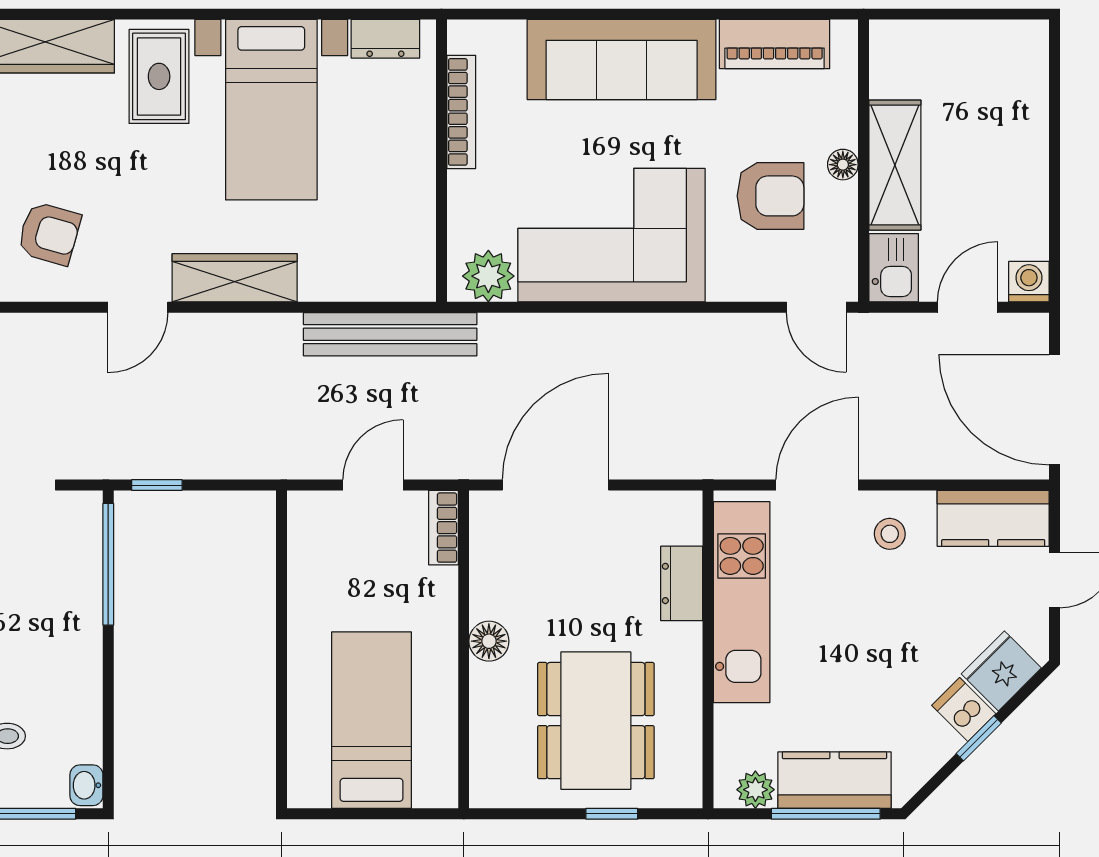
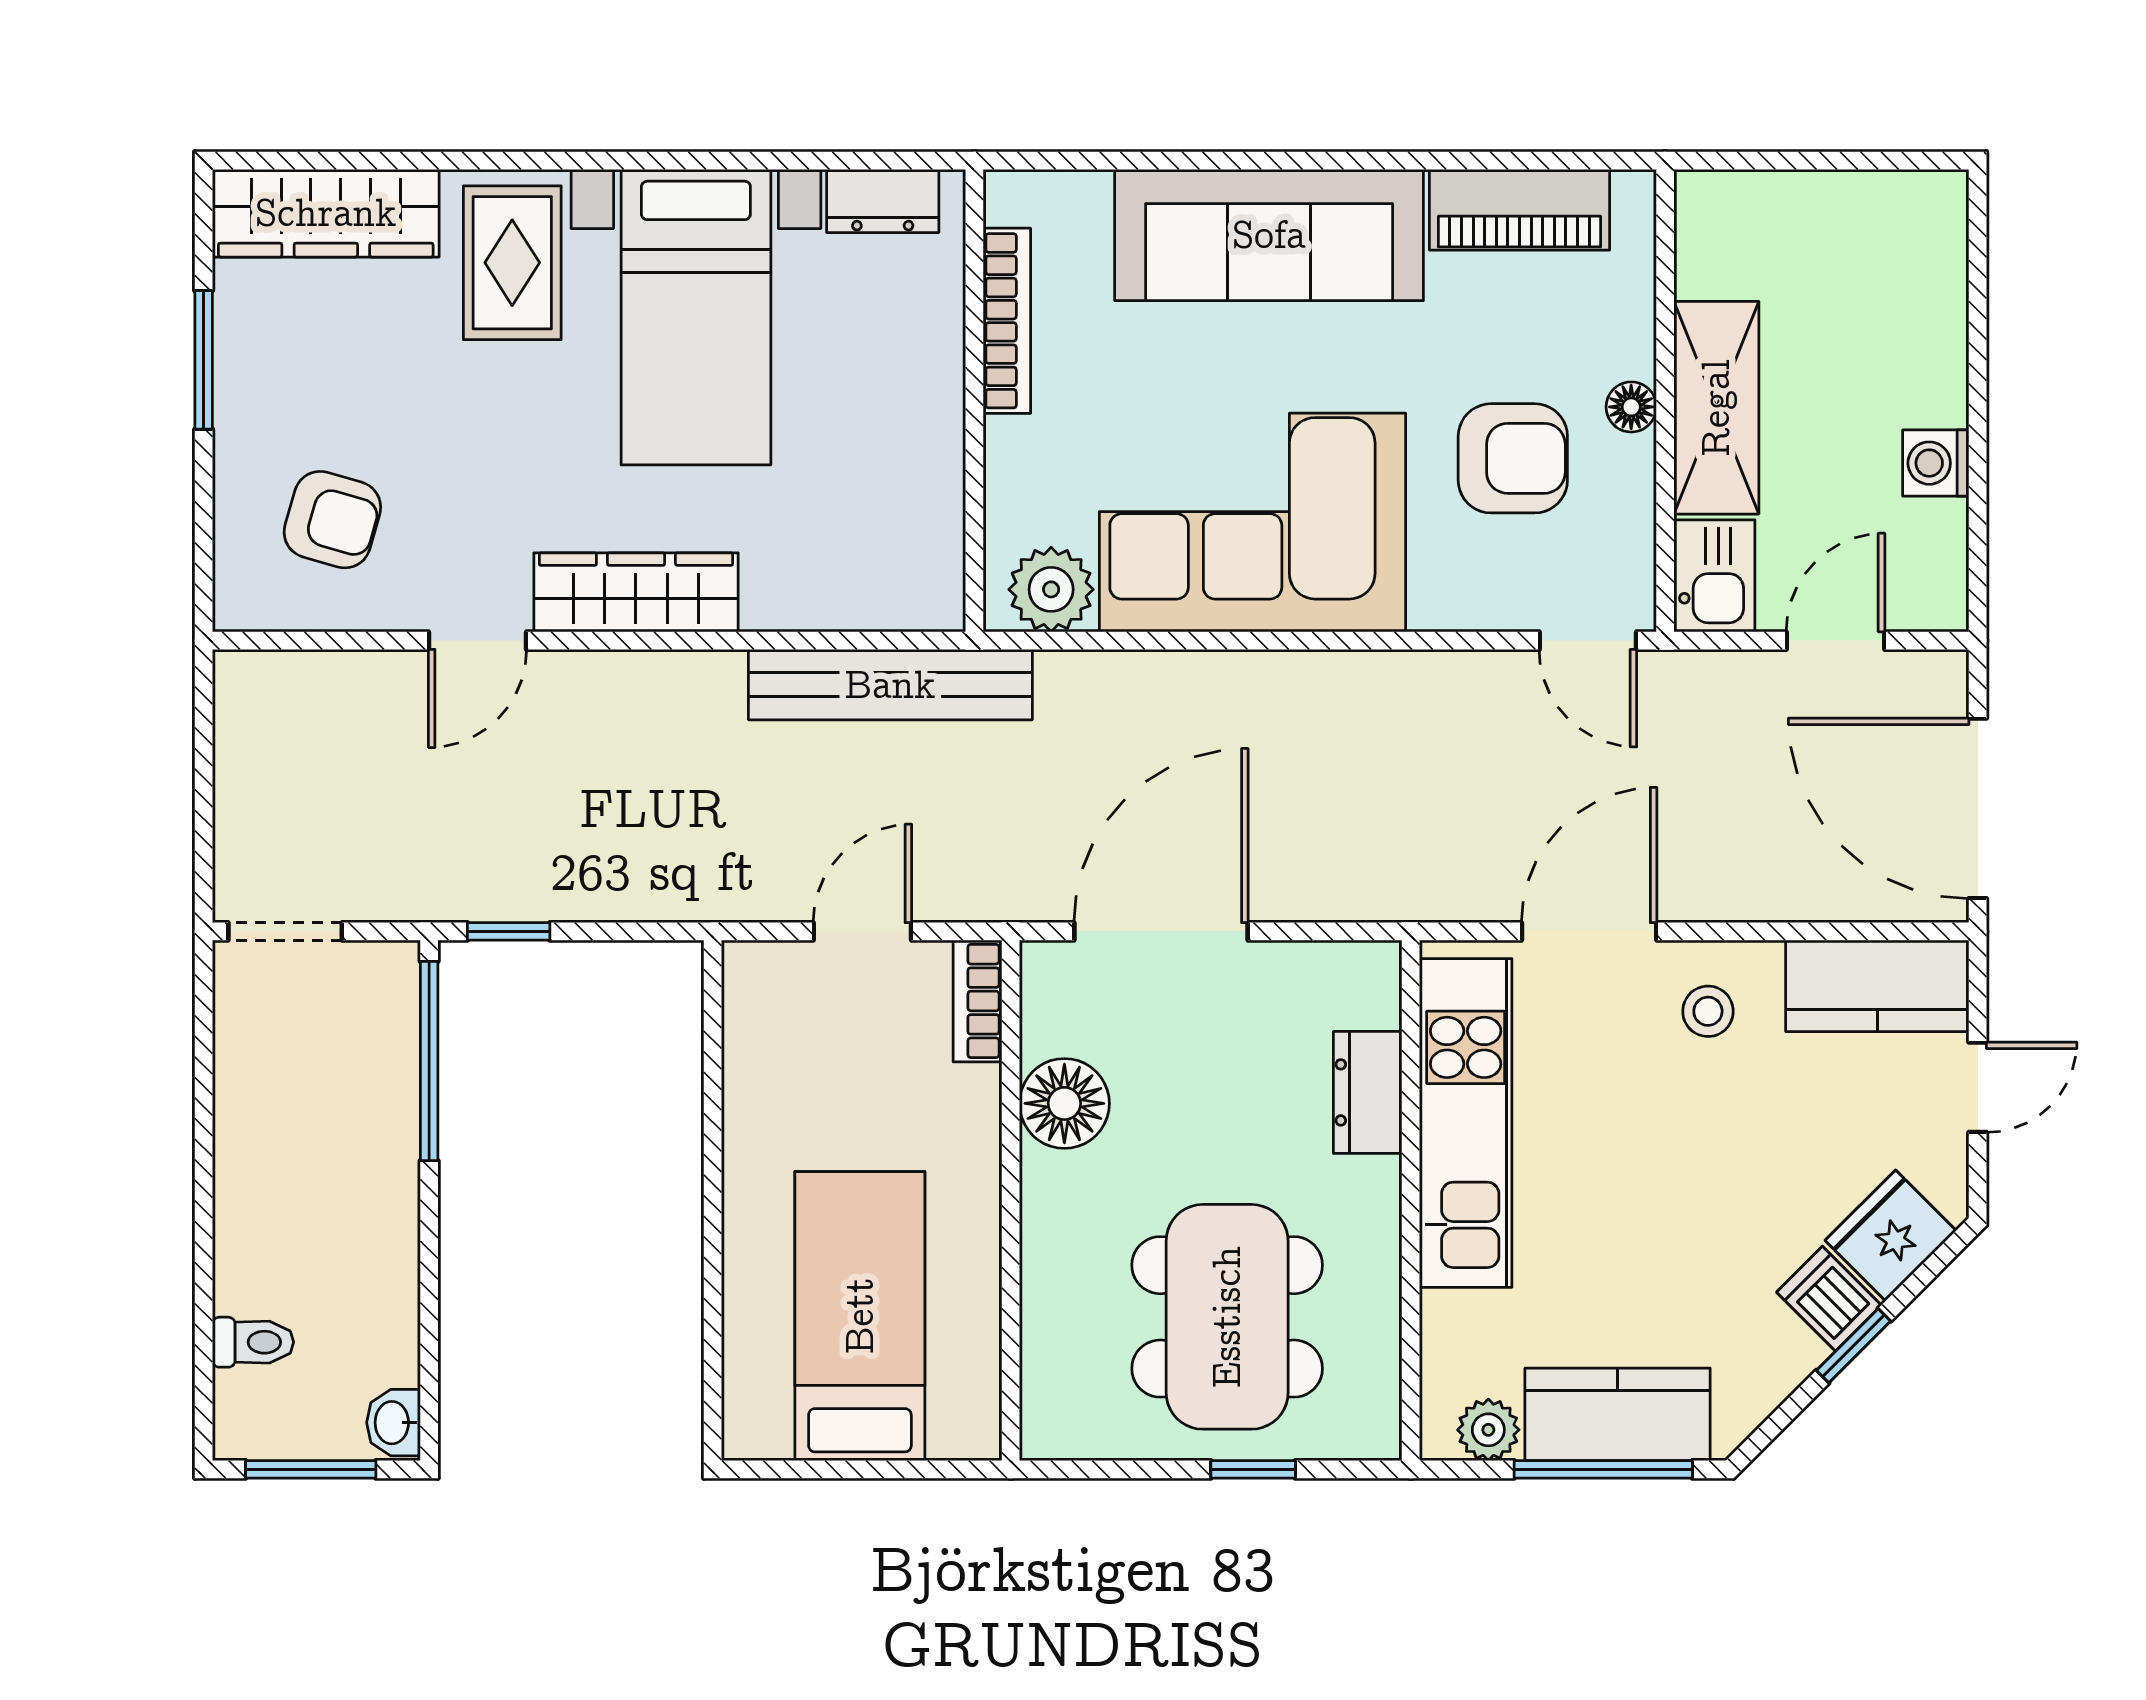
washing machine: (1029, 282) -> (1936, 463), moved, turned -90
floor lamp: (489, 641) -> (1064, 1103), moved, width x1.38, depth x1.38

